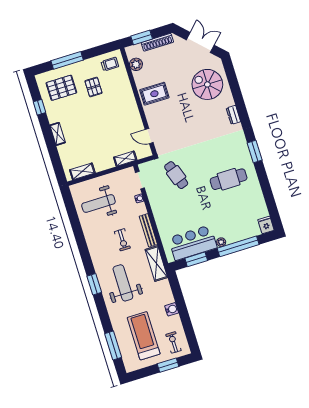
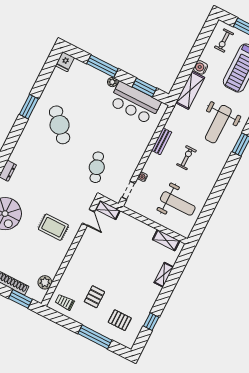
pallet: (61, 88) -> (120, 320), width x0.67, depth x0.71
rug: (154, 94) -> (53, 227), moved
shelving: (58, 134) -> (164, 275), moved
window: (255, 151) -> (29, 107), moved
shelving: (125, 159) -> (108, 210), moved
cafe table: (229, 179) -> (60, 125), turned 48
bench: (148, 230) -> (162, 141), width x0.73
window: (238, 246) -> (102, 66), width x0.68
shelving: (156, 264) -> (190, 90), moved

